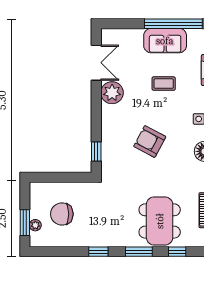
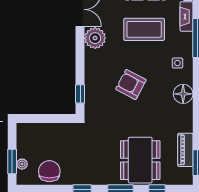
coffee table: (164, 84) -> (144, 29), width x1.86, depth x1.72
chair: (62, 214) -> (49, 171), moved, turned 90

